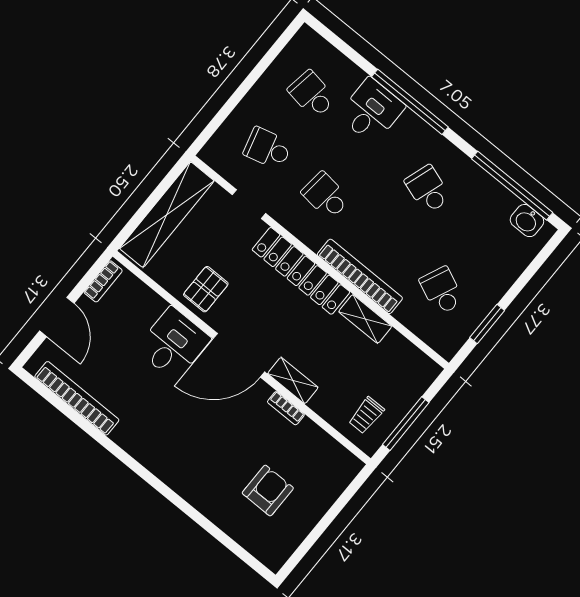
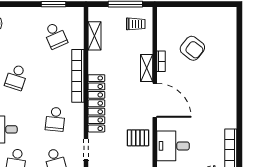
school desk: (442, 291) -> (55, 35), turned -48
shelving: (365, 319) -> (94, 36), moved
desk: (173, 344) -> (173, 146), moved
armchair: (268, 491) -> (192, 48), moved, turned -142

